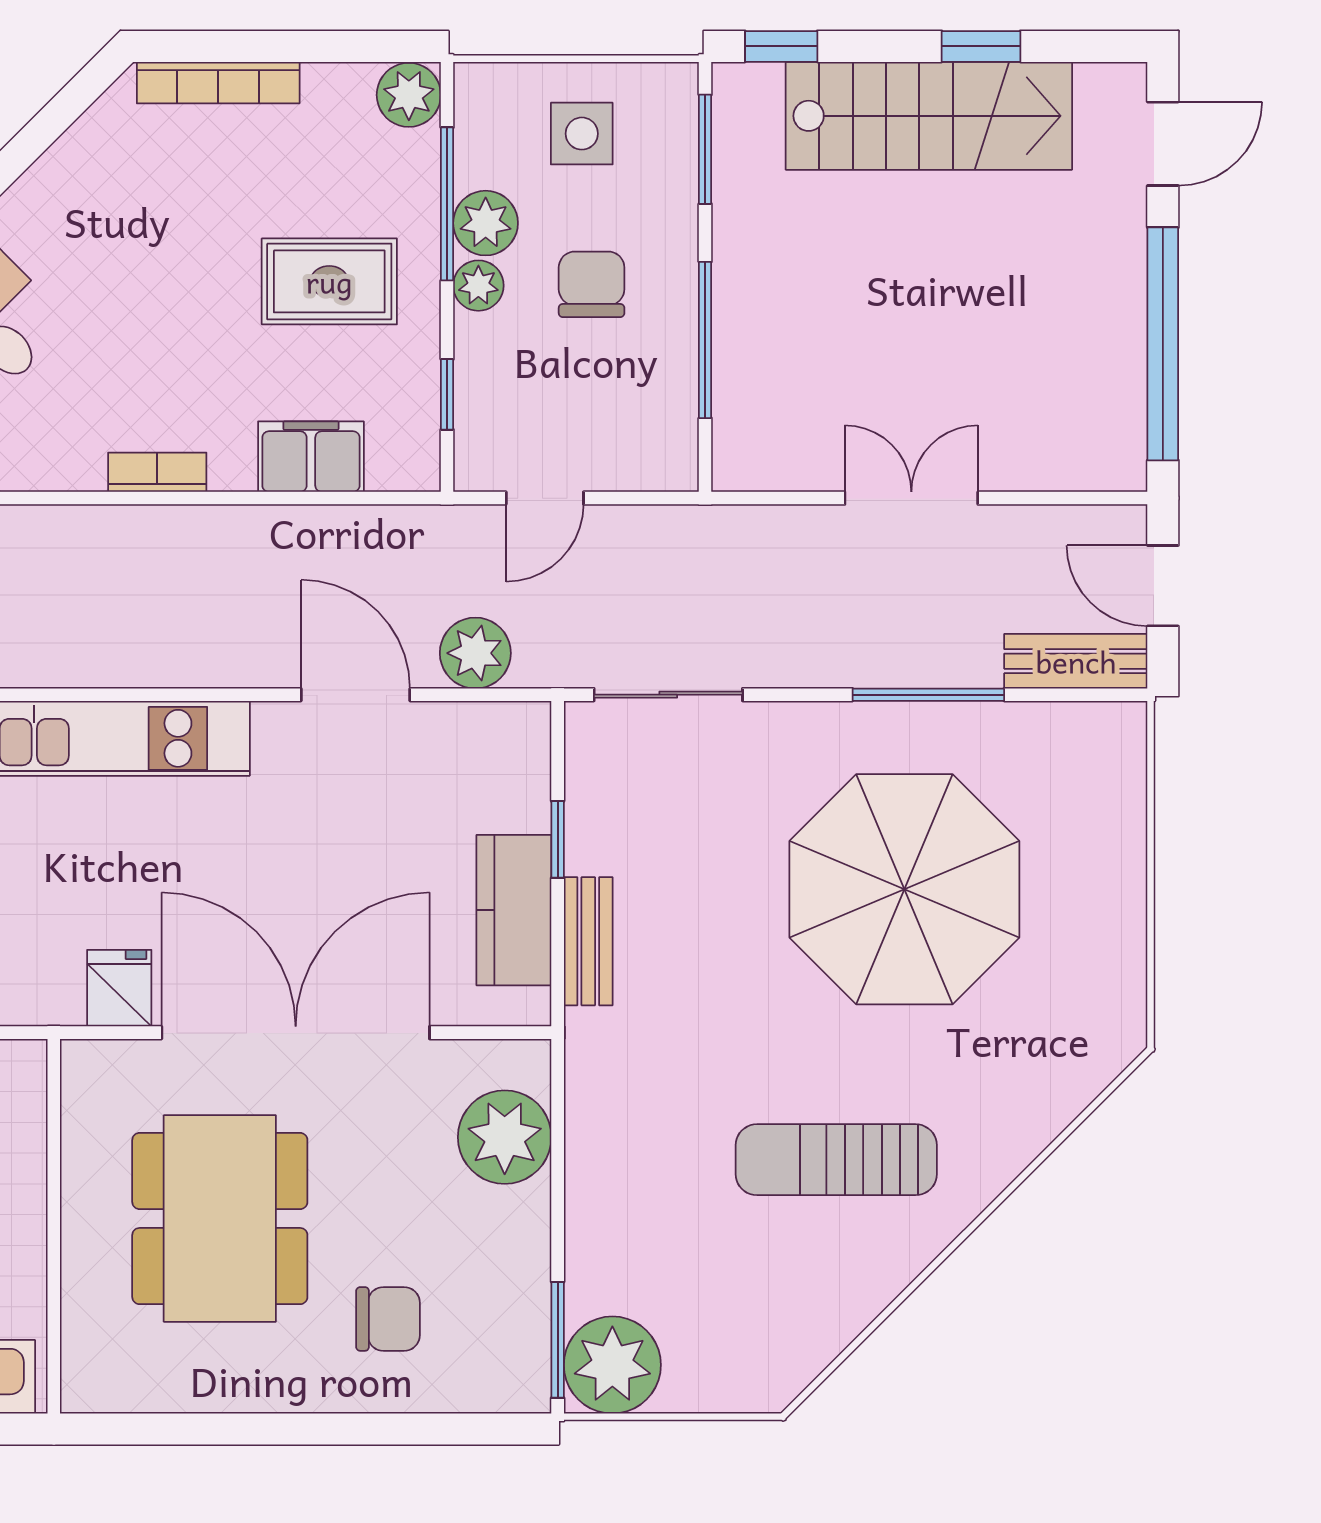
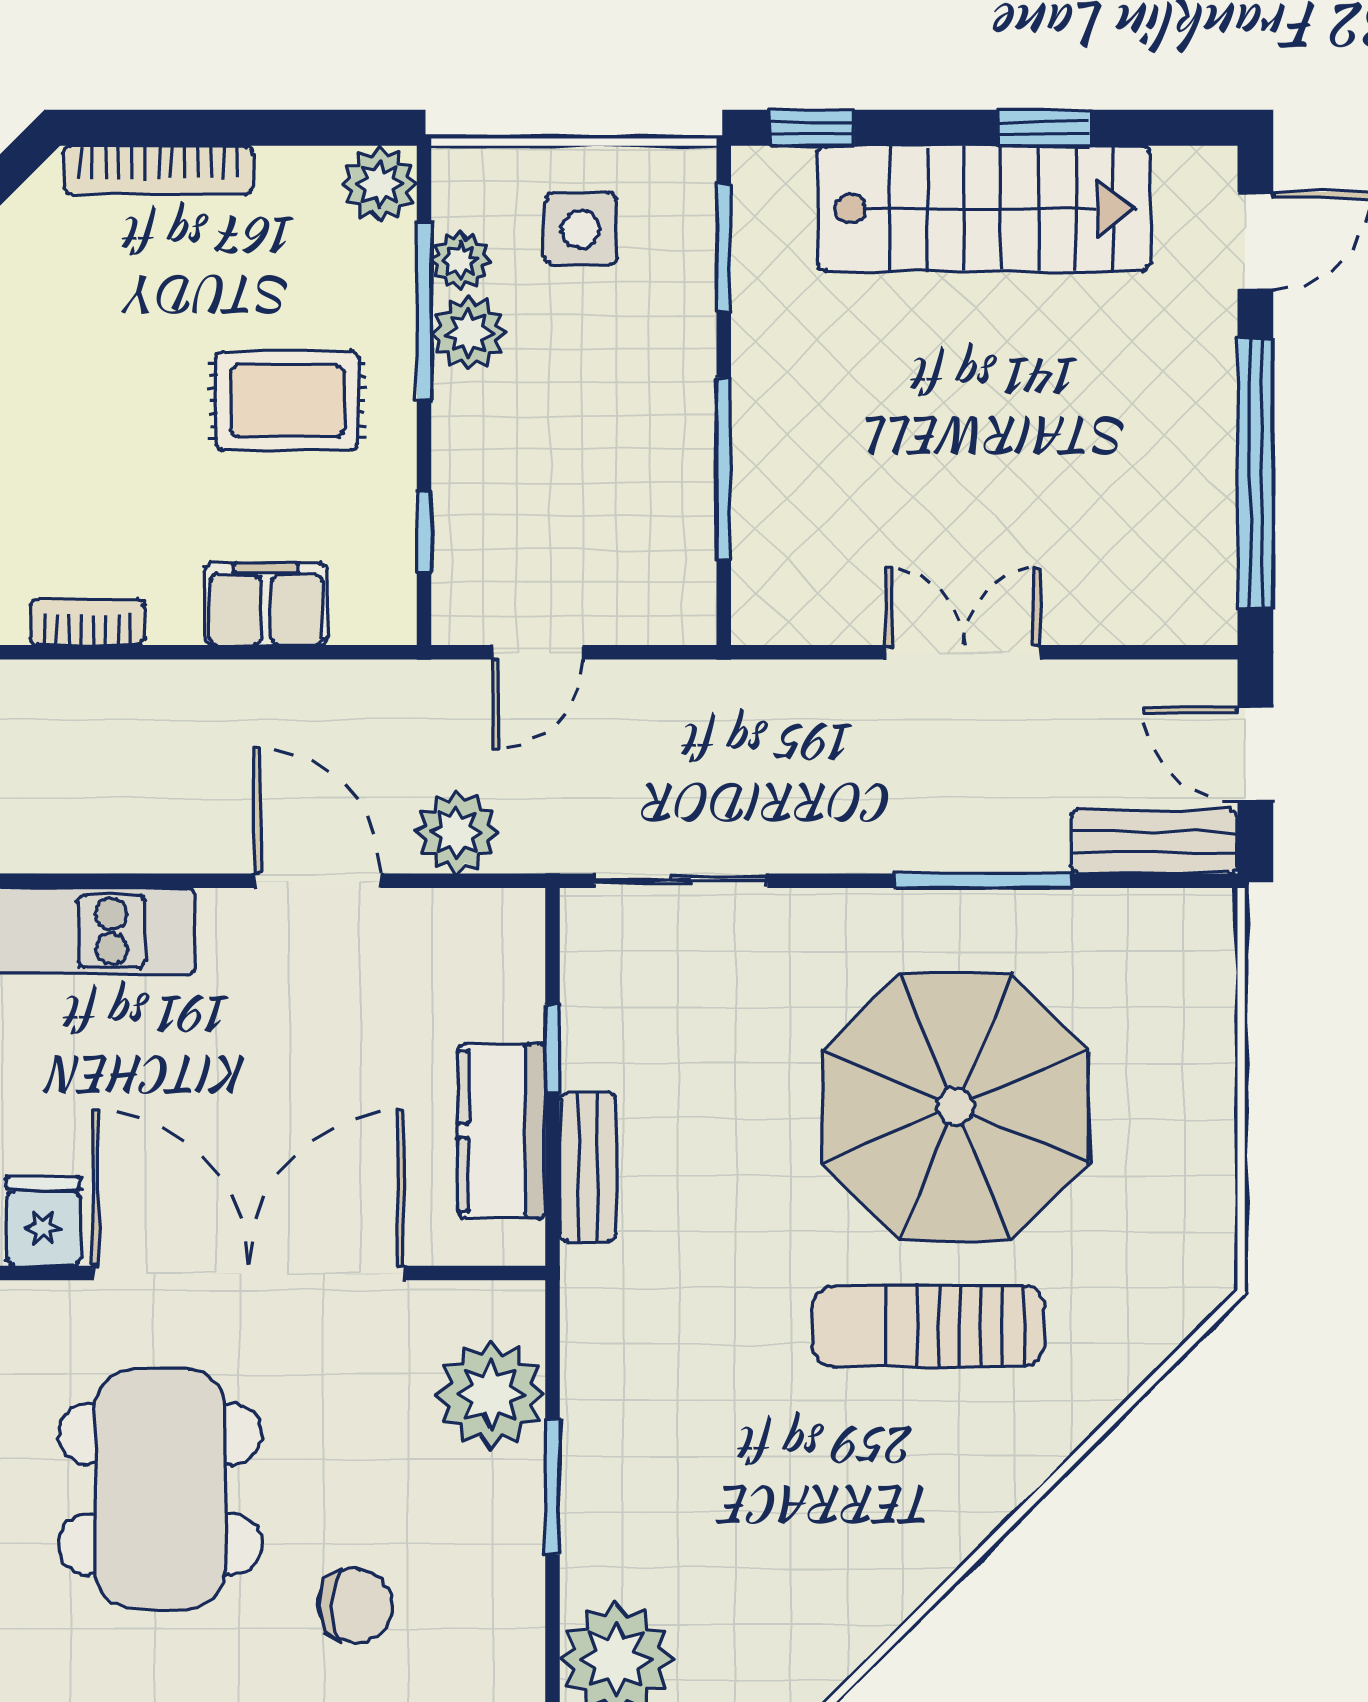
chair: (592, 284) -> (592, 404), removed
plant: (478, 286) -> (460, 260), moved
sun lounger: (836, 1160) -> (928, 1326), moved
window: (558, 1340) -> (552, 1487), moved

